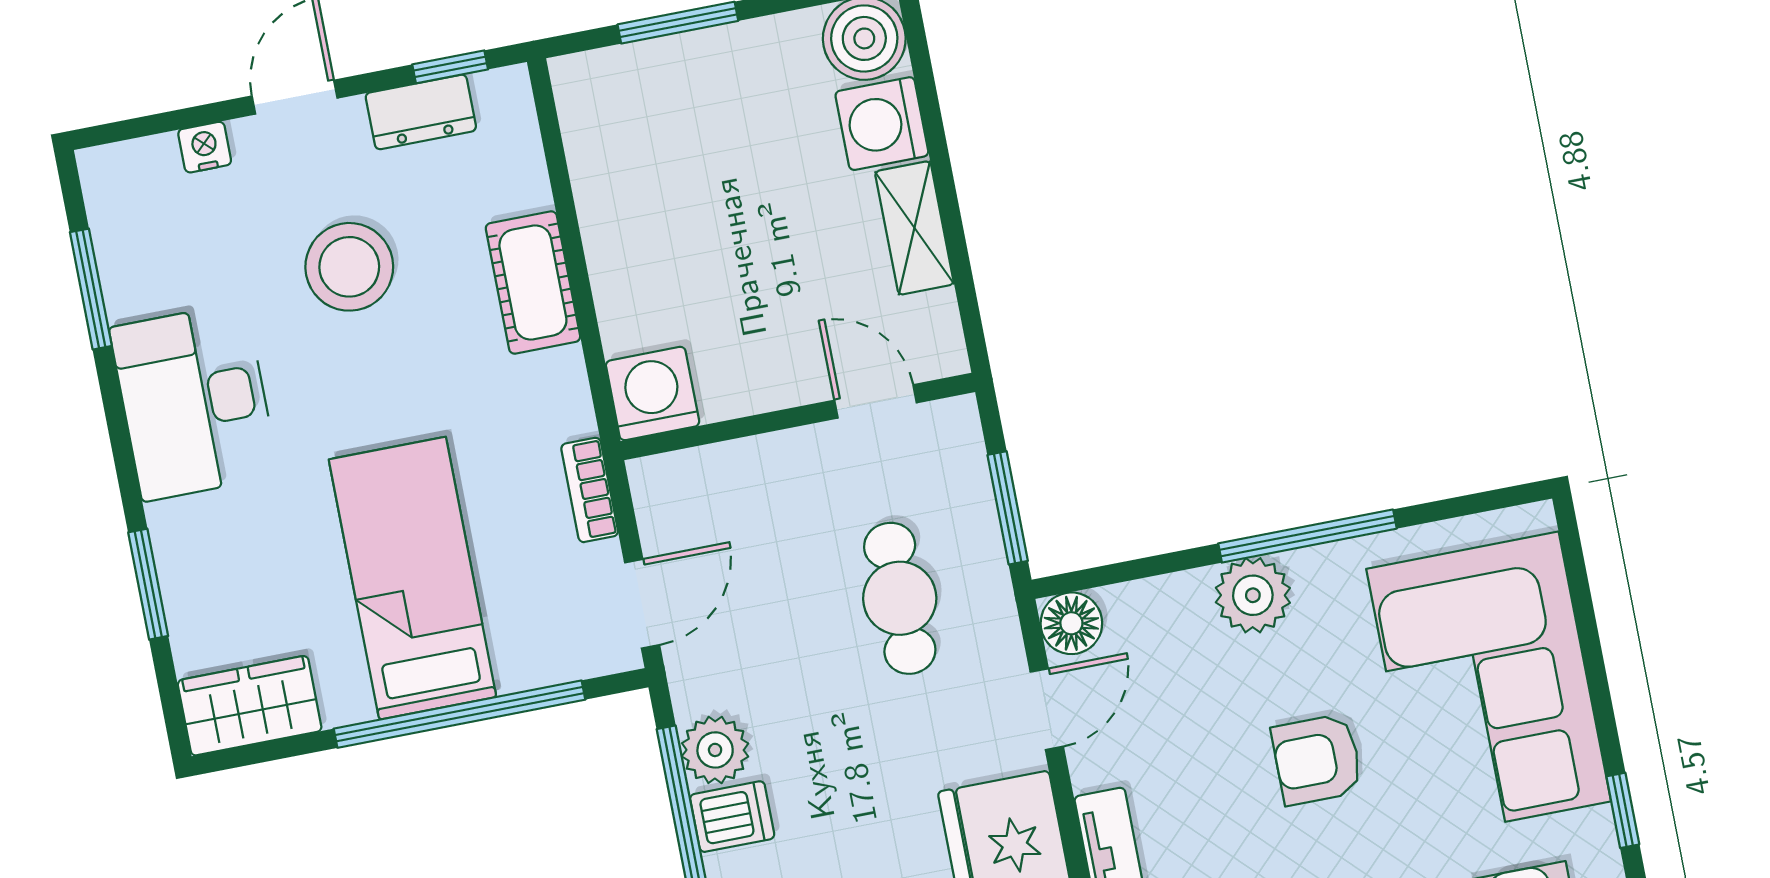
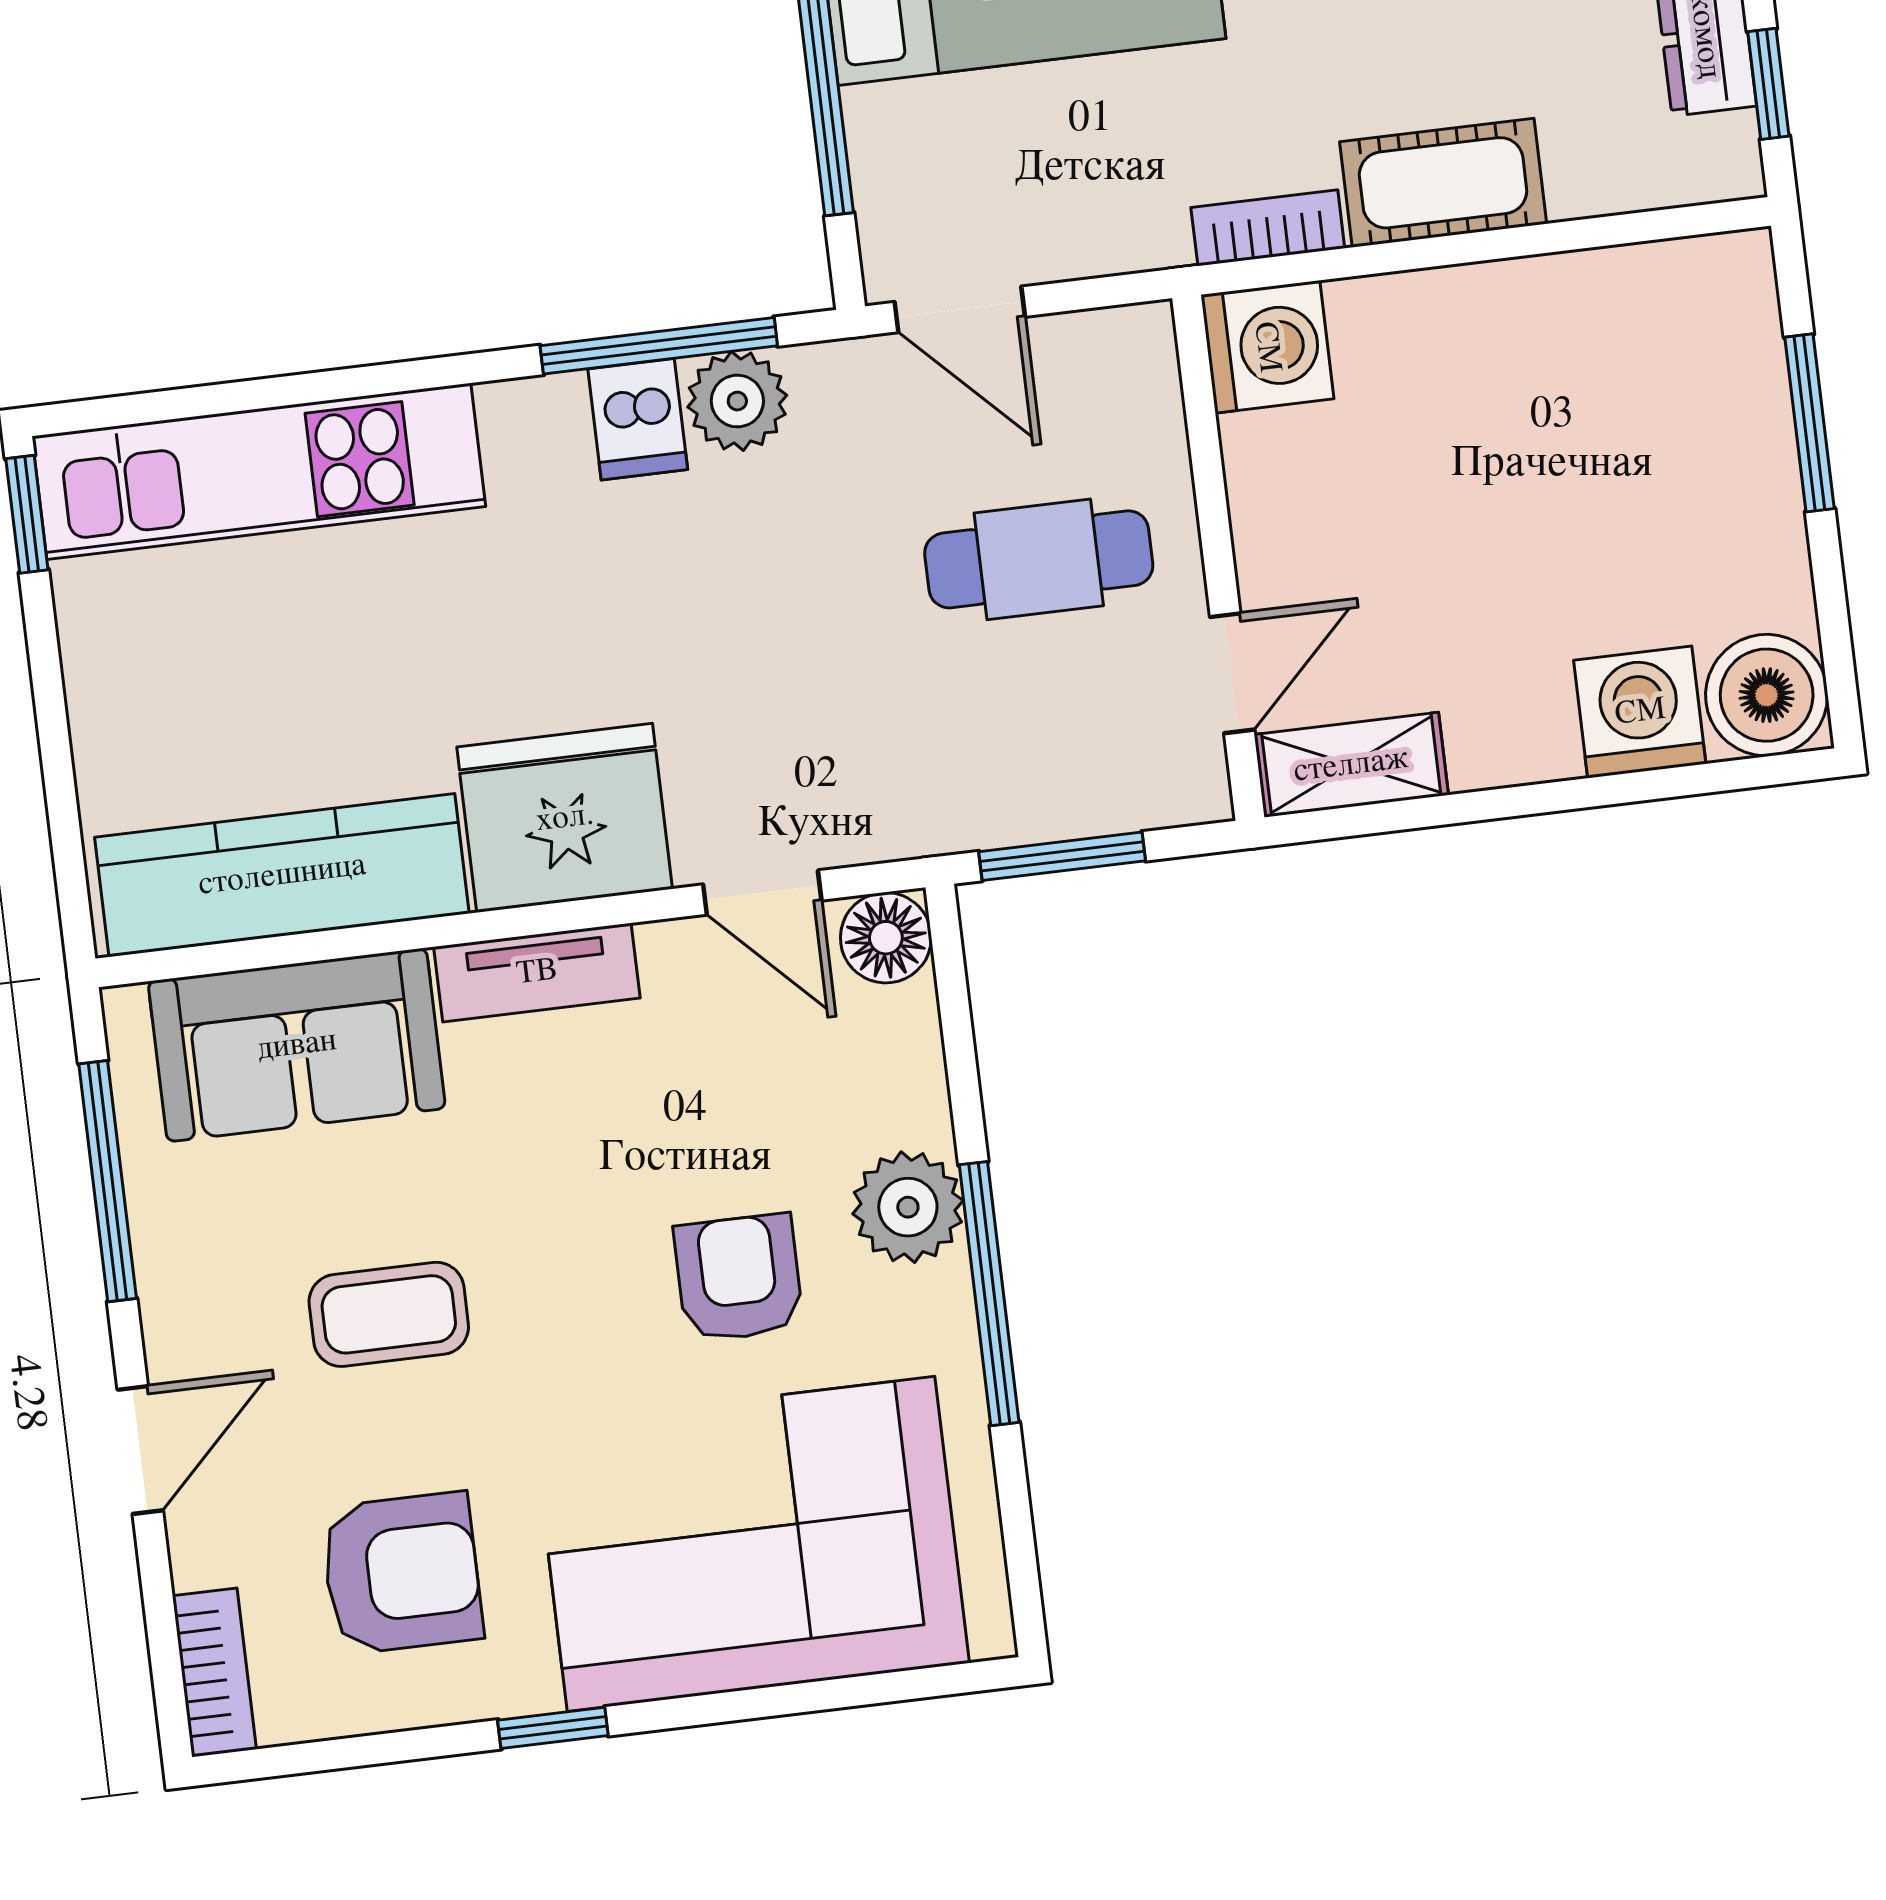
shelving: (914, 228) -> (1351, 765), moved
bookcase: (590, 490) -> (1268, 228), moved
cafe table: (900, 598) -> (1039, 559), moved
armchair: (1317, 760) -> (739, 1278), moved

